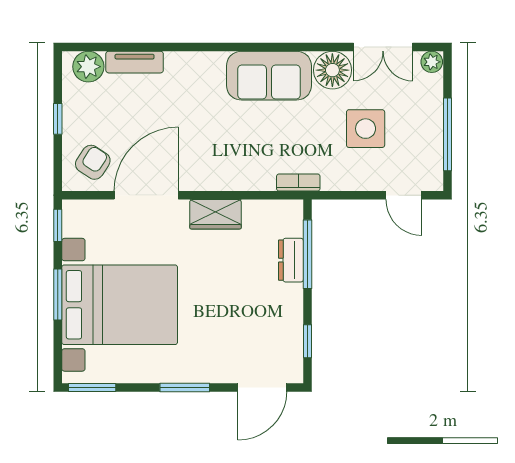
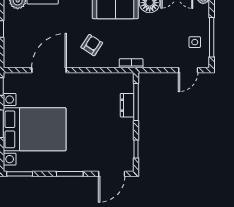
side table: (366, 129) -> (195, 42), moved, width x0.54, depth x0.54
armchair: (93, 162) -> (92, 45), moved
door: (404, 195) -> (188, 70), hinge flipped
wardrobe: (215, 214) -> (86, 80), removed

